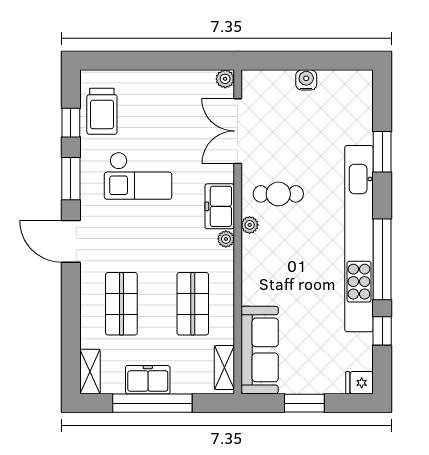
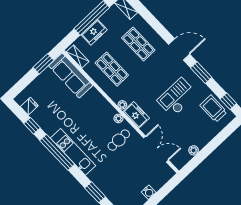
plant: (225, 79) -> (194, 150), moved
window: (71, 123) -> (228, 101), moved
kitchen unit: (359, 239) -> (73, 152), width x0.54
freezer: (148, 380) -> (94, 32), moved
fridge: (359, 383) -> (29, 106), moved
window: (304, 403) -> (43, 64), moved

